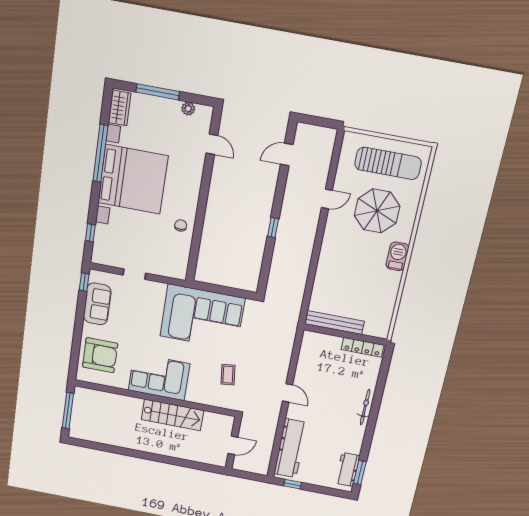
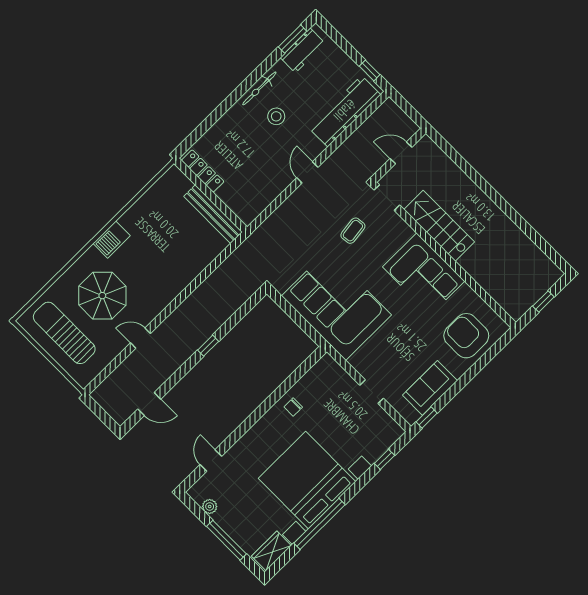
bicycle: (365, 407) -> (259, 88), moved
window: (68, 411) -> (543, 301), width x0.46
doorway: (221, 411) -> (387, 198), added
stool: (336, 416) -> (276, 116), added

